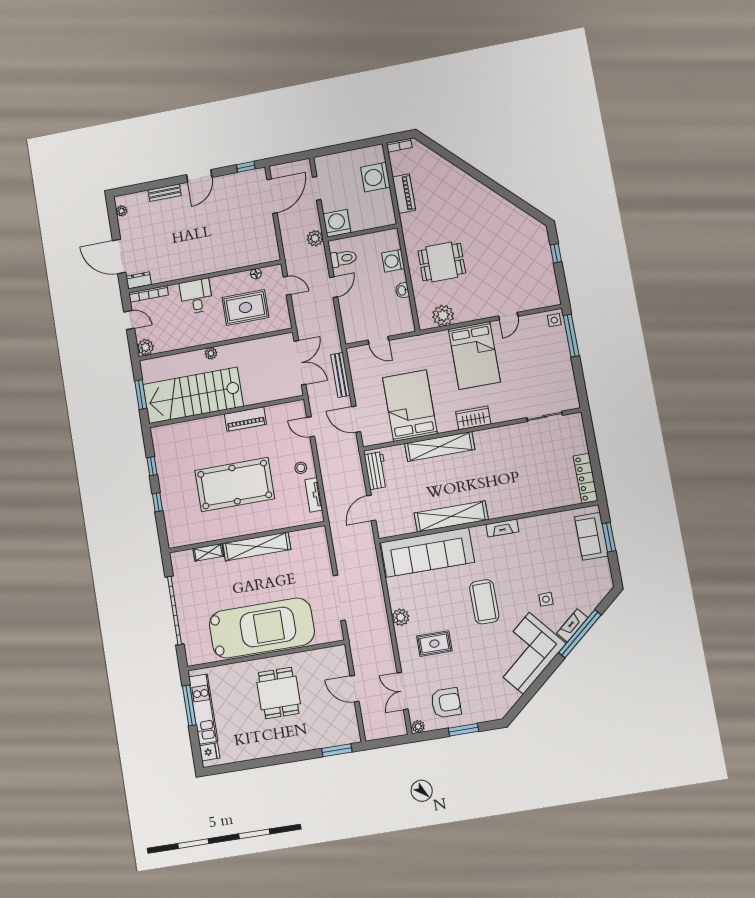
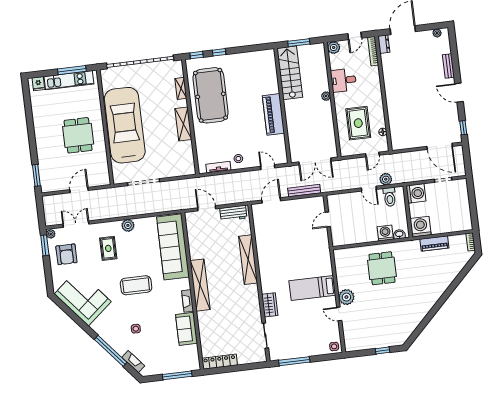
washing machine: (375, 177) -> (421, 227), moved
plant: (315, 238) -> (386, 179), moved
washbasin: (402, 290) -> (399, 234), moved
desk: (196, 296) -> (343, 80), moved, turned 180
plant: (443, 315) -> (346, 297), moved
window: (571, 336) -> (294, 361), moved
bed: (474, 355) -> (312, 288), width x0.67
stairs: (193, 395) -> (290, 73), width x0.73, depth x0.66
bed: (410, 406) -> (279, 240), removed
wardrobe: (473, 418) -> (270, 305), moved
piano: (245, 419) -> (273, 114), width x1.37, depth x1.33
door: (311, 427) -> (268, 167), hinge flipped
window: (152, 466) -> (197, 55), moved
pool table: (235, 485) -> (210, 95), moved
shelving: (451, 516) -> (200, 285), moved
sofa: (591, 536) -> (186, 329), moved, turned -90
window: (609, 537) -> (177, 375), width x1.44
shelving: (257, 546) -> (183, 124), width x0.68
garage door: (174, 611) -> (140, 62), width x1.36
fireplace: (572, 626) -> (133, 362), moved
car: (262, 628) -> (125, 125), turned 180
corner sofa: (526, 653) -> (83, 298), moved
dining table: (279, 693) -> (78, 135), turned 90
window: (463, 730) -> (45, 245), moved

